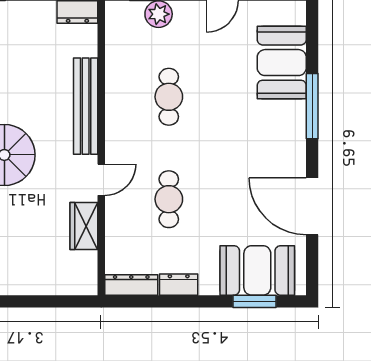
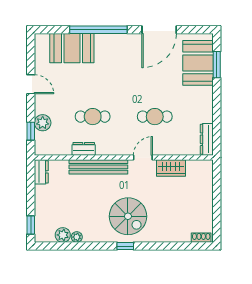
window: (312, 106) -> (98, 30), width x1.46
door: (101, 180) -> (143, 157), hinge flipped
dresser: (179, 285) -> (84, 149), moved, turned 90

